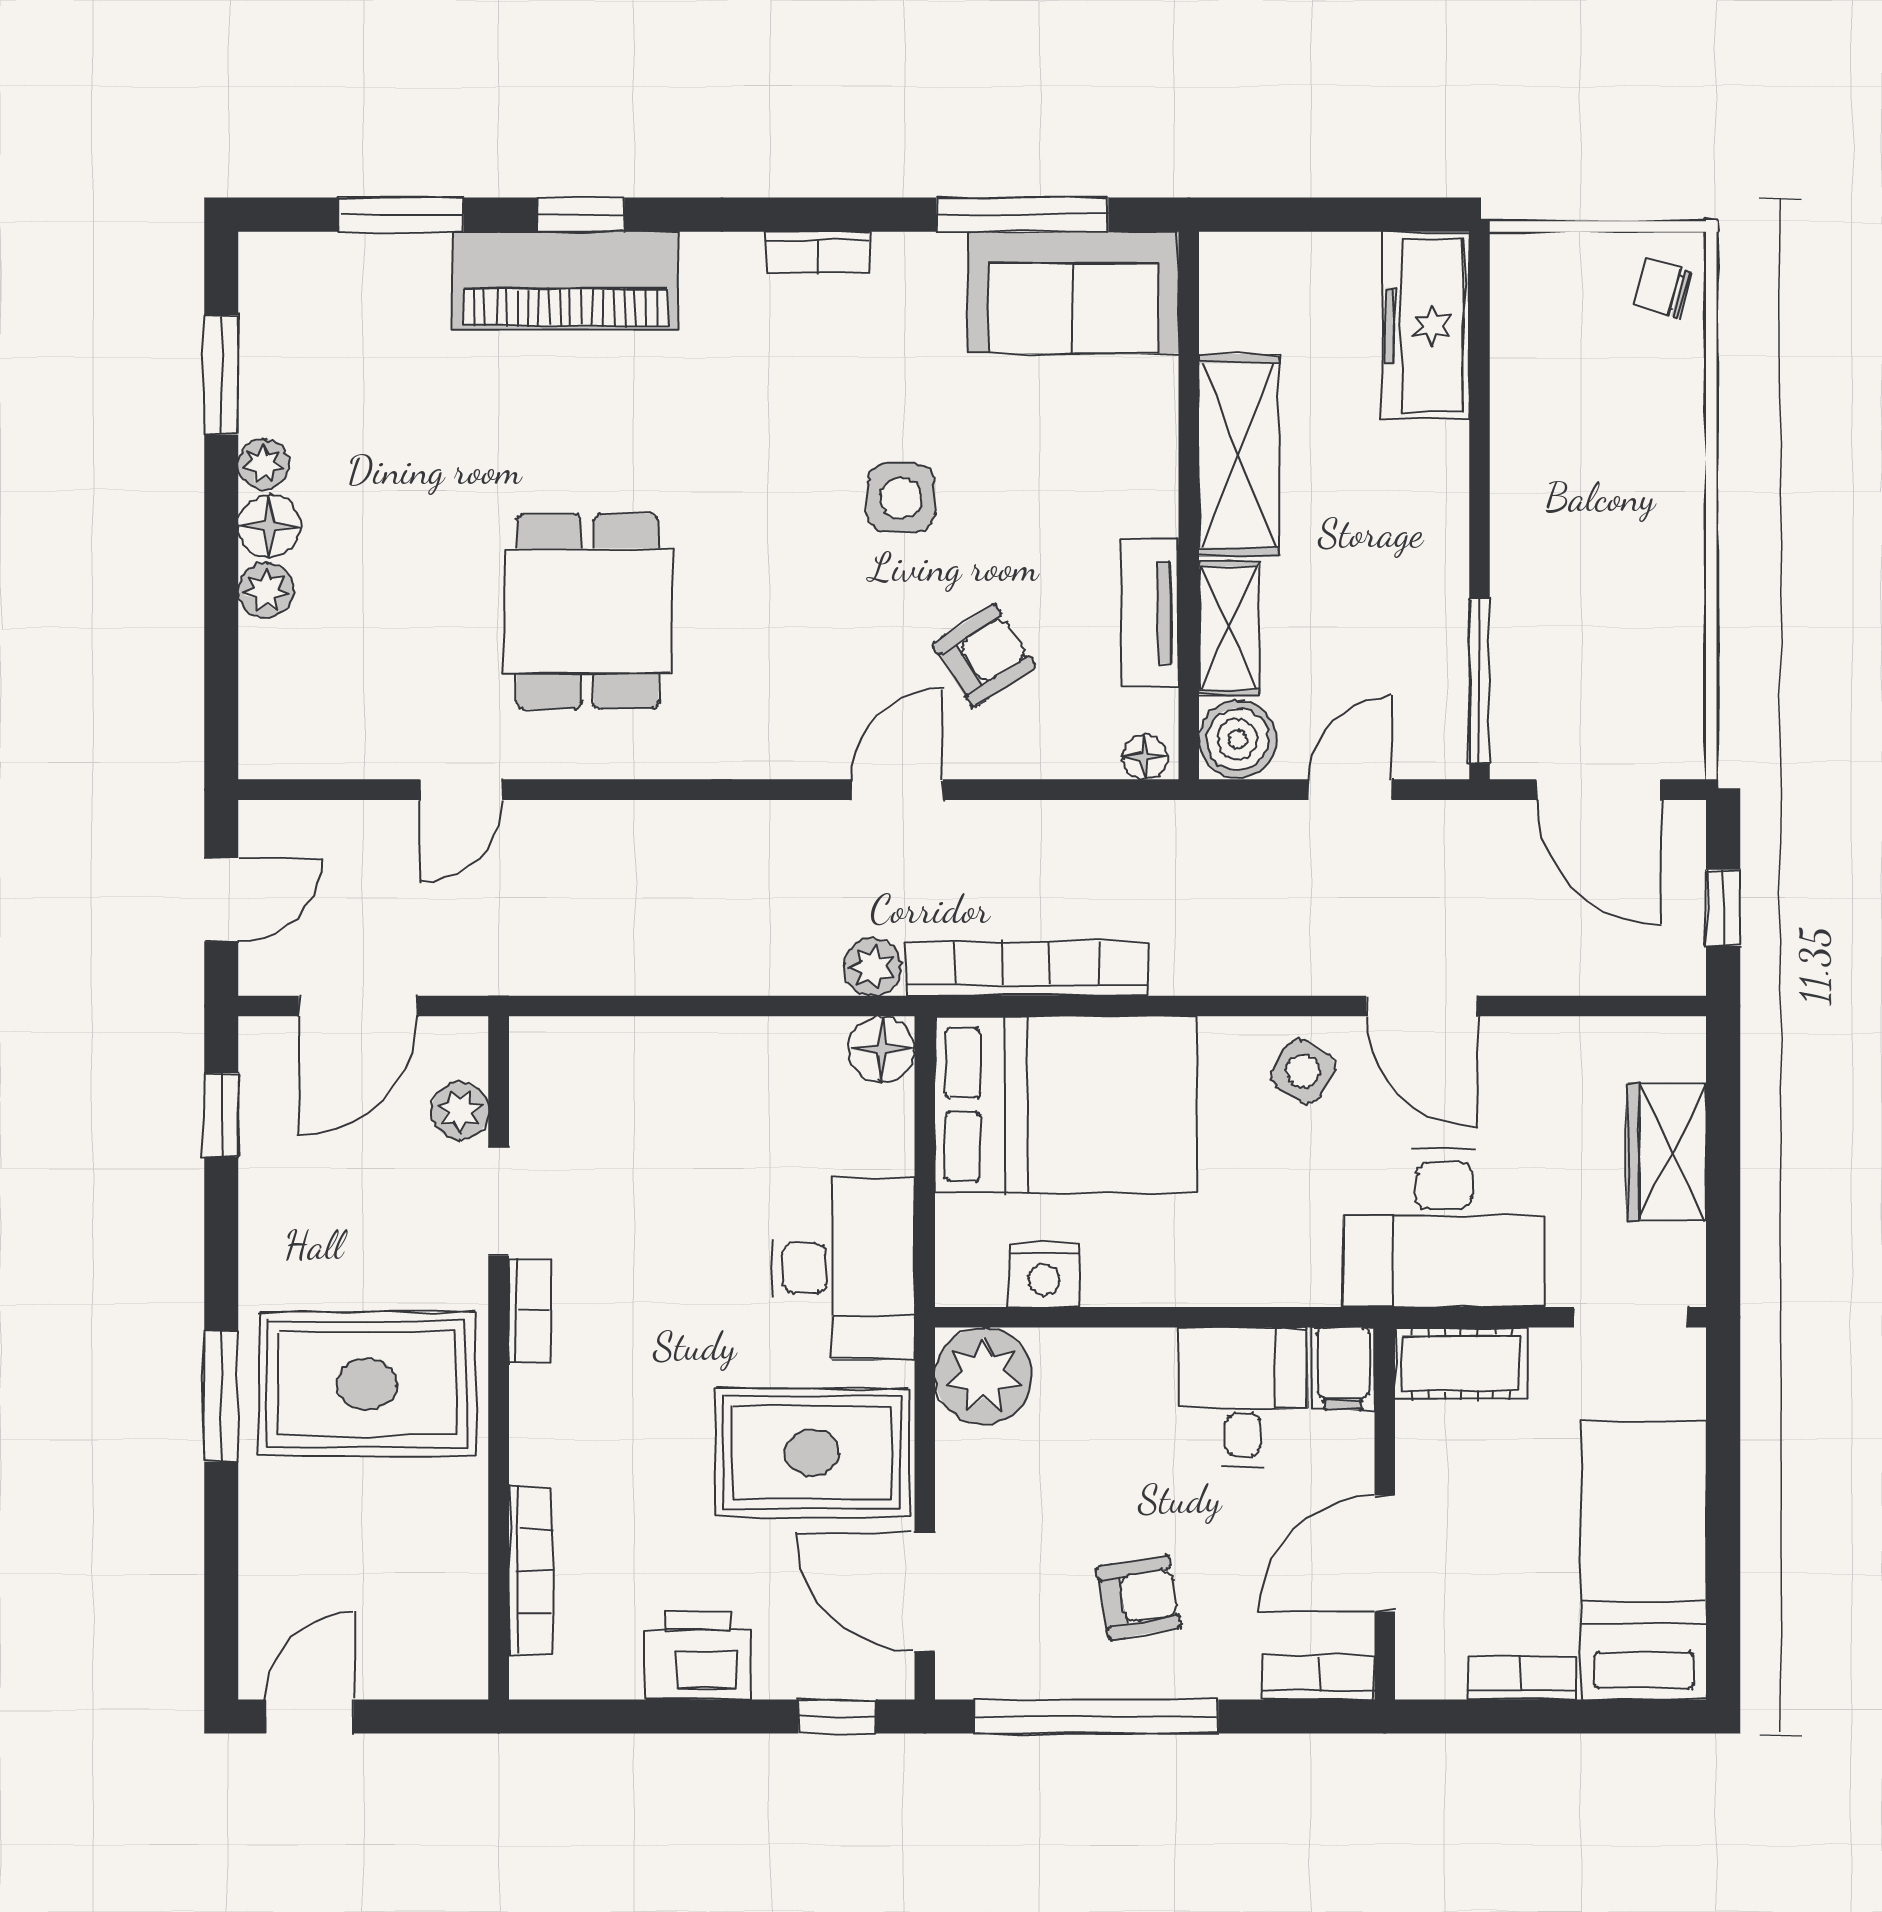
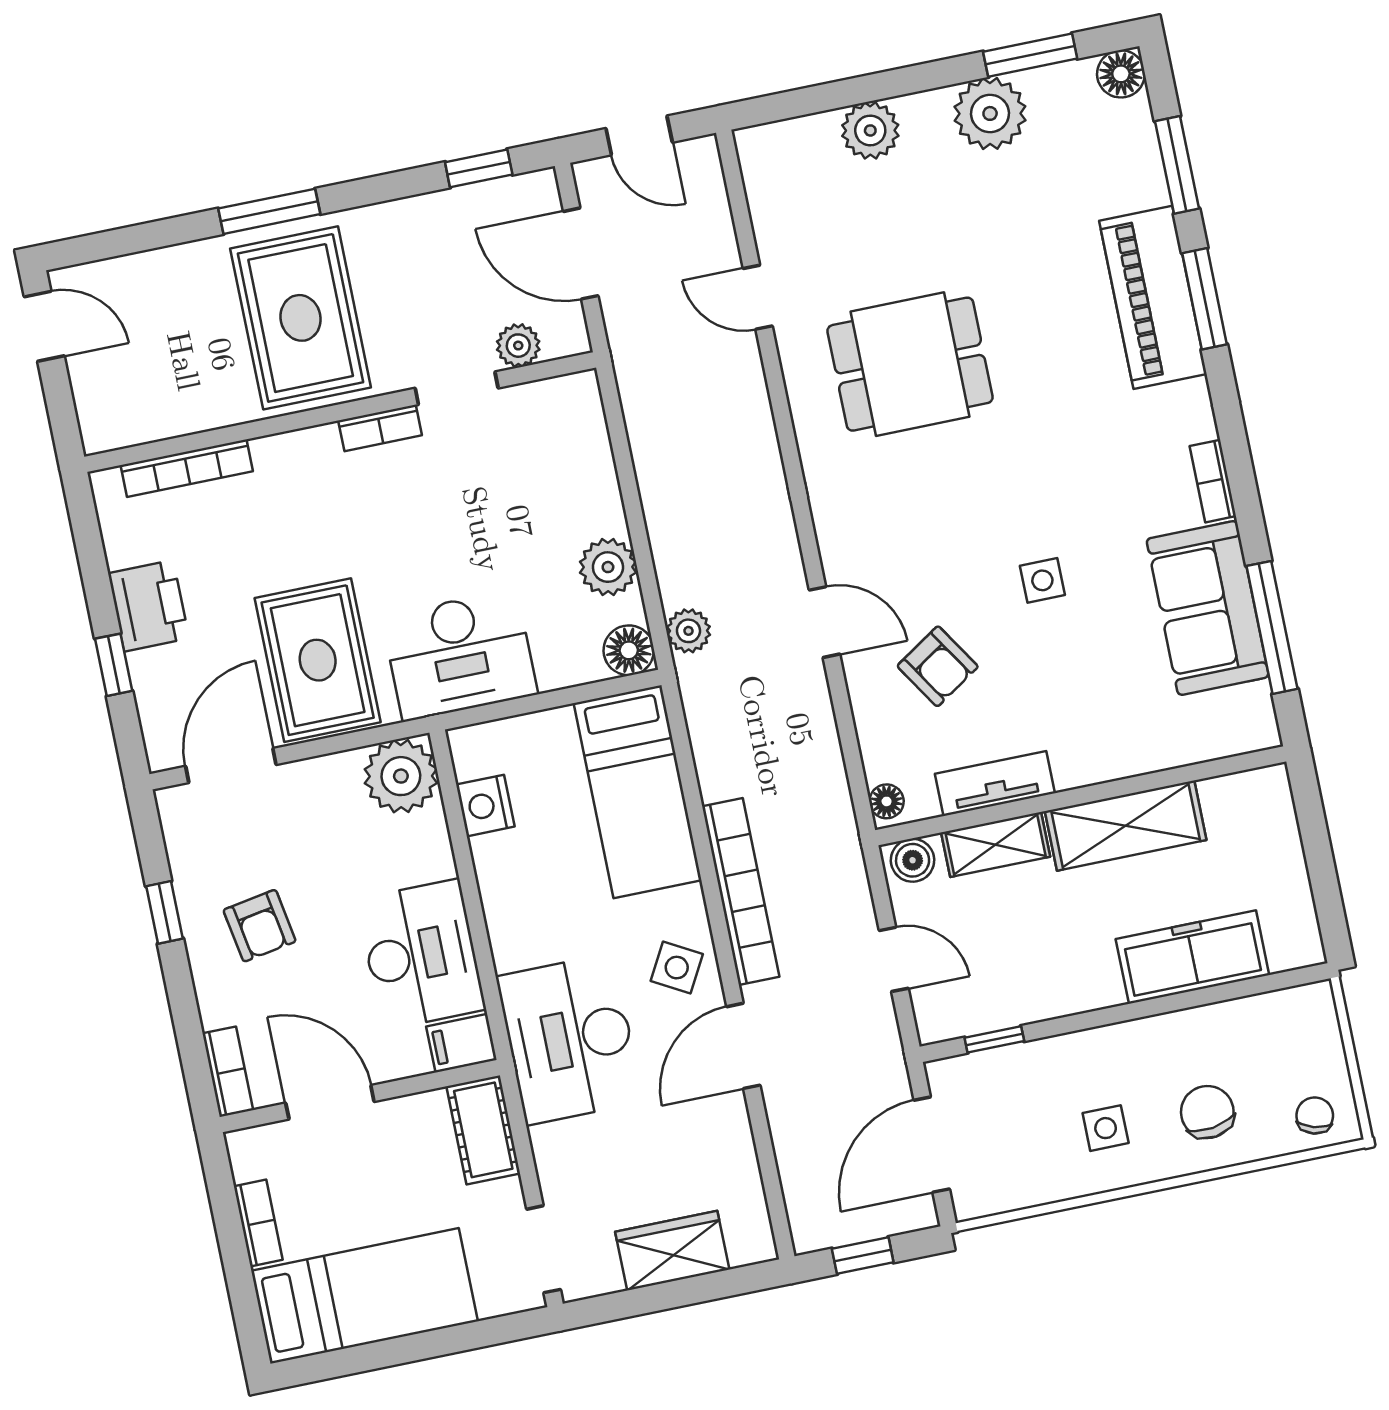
window: (581, 215) -> (1204, 299), width x1.50
sofa: (1073, 292) -> (1208, 608), moved
freezer: (1426, 326) -> (1192, 957), moved
chair: (1629, 426) -> (1207, 1112), added
plant: (264, 464) -> (990, 113), width x1.88, depth x1.88
side table: (901, 498) -> (1042, 580), width x0.73, depth x0.73
floor lamp: (269, 526) -> (1121, 74), moved
side table: (1623, 561) -> (1106, 1128), added
plant: (266, 590) -> (870, 130), width x1.38, depth x1.38
window: (1480, 681) -> (994, 1039), width x0.46
boiler: (1238, 739) -> (913, 860), width x0.73, depth x0.73
bookcase: (1027, 969) -> (741, 892), moved
plant: (769, 1054) -> (608, 567), added
bed: (1066, 1105) -> (638, 792), width x0.67
desk: (1444, 1228) -> (570, 1039), moved
desk: (1243, 1397) -> (421, 954), width x1.37
window: (837, 1716) -> (114, 665), moved
window: (1097, 1716) -> (165, 912), width x0.32

